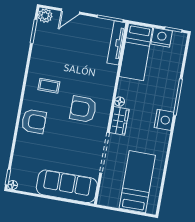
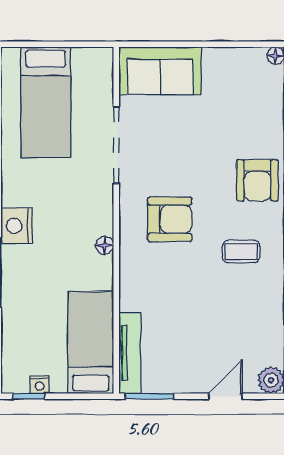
nightstand: (162, 38) -> (39, 385), width x0.53, depth x0.56
armchair: (34, 121) -> (257, 180), turned -90
wardrobe: (119, 121) -> (99, 209), removed
sofa: (67, 186) -> (160, 71), width x0.73

